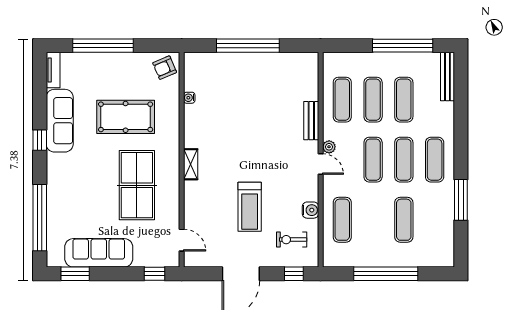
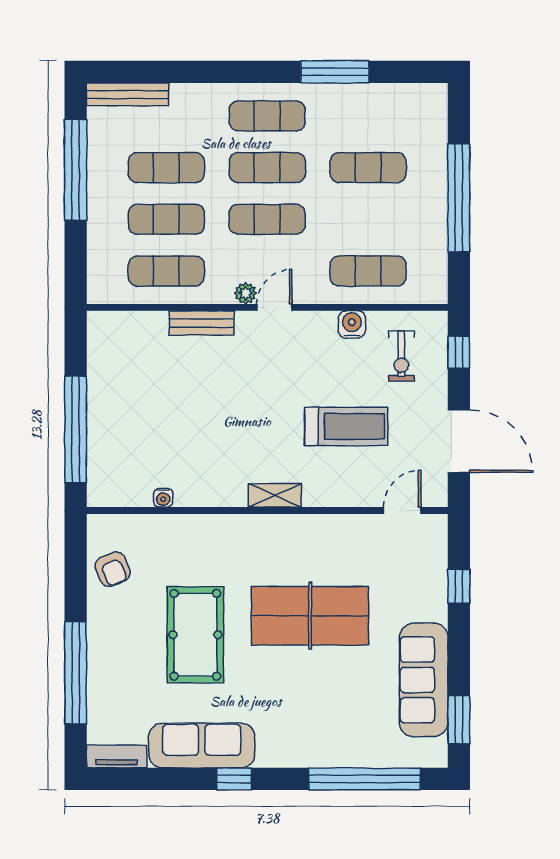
water cooler: (189, 98) -> (163, 498), moved
wall: (182, 160) -> (267, 510), moved
shelving: (191, 164) -> (275, 495), moved
door: (182, 240) -> (402, 510), moved

